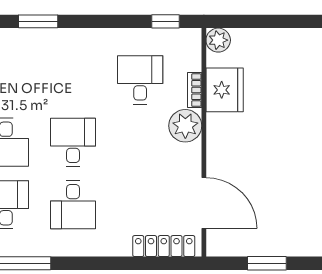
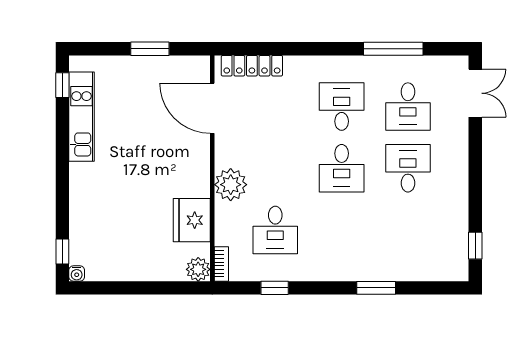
window: (166, 21) -> (275, 288), moved
bookcase: (195, 90) -> (221, 264), moved

